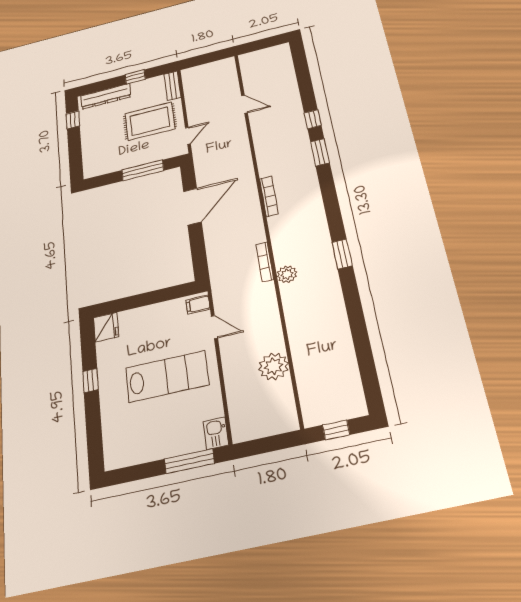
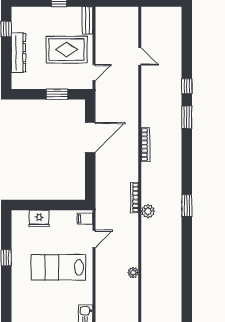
dresser: (106, 96) -> (18, 53), moved, turned -90
window: (143, 170) -> (57, 94), width x0.69
fridge: (106, 327) -> (39, 218), moved, turned 90
door: (214, 327) -> (94, 239), hinge flipped
plant: (274, 366) -> (133, 273), width x0.53, depth x0.53
lab bench: (167, 376) -> (58, 267), turned 180

